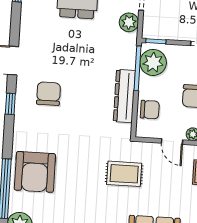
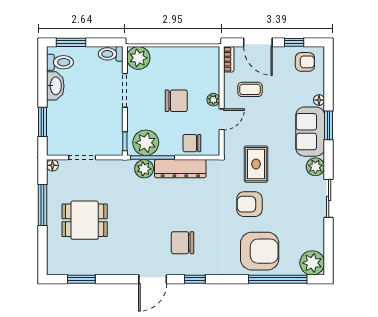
plant: (129, 22) -> (144, 169), moved
chair: (150, 110) -> (192, 143), turned -90
armchair: (84, 165) -> (249, 204), added

